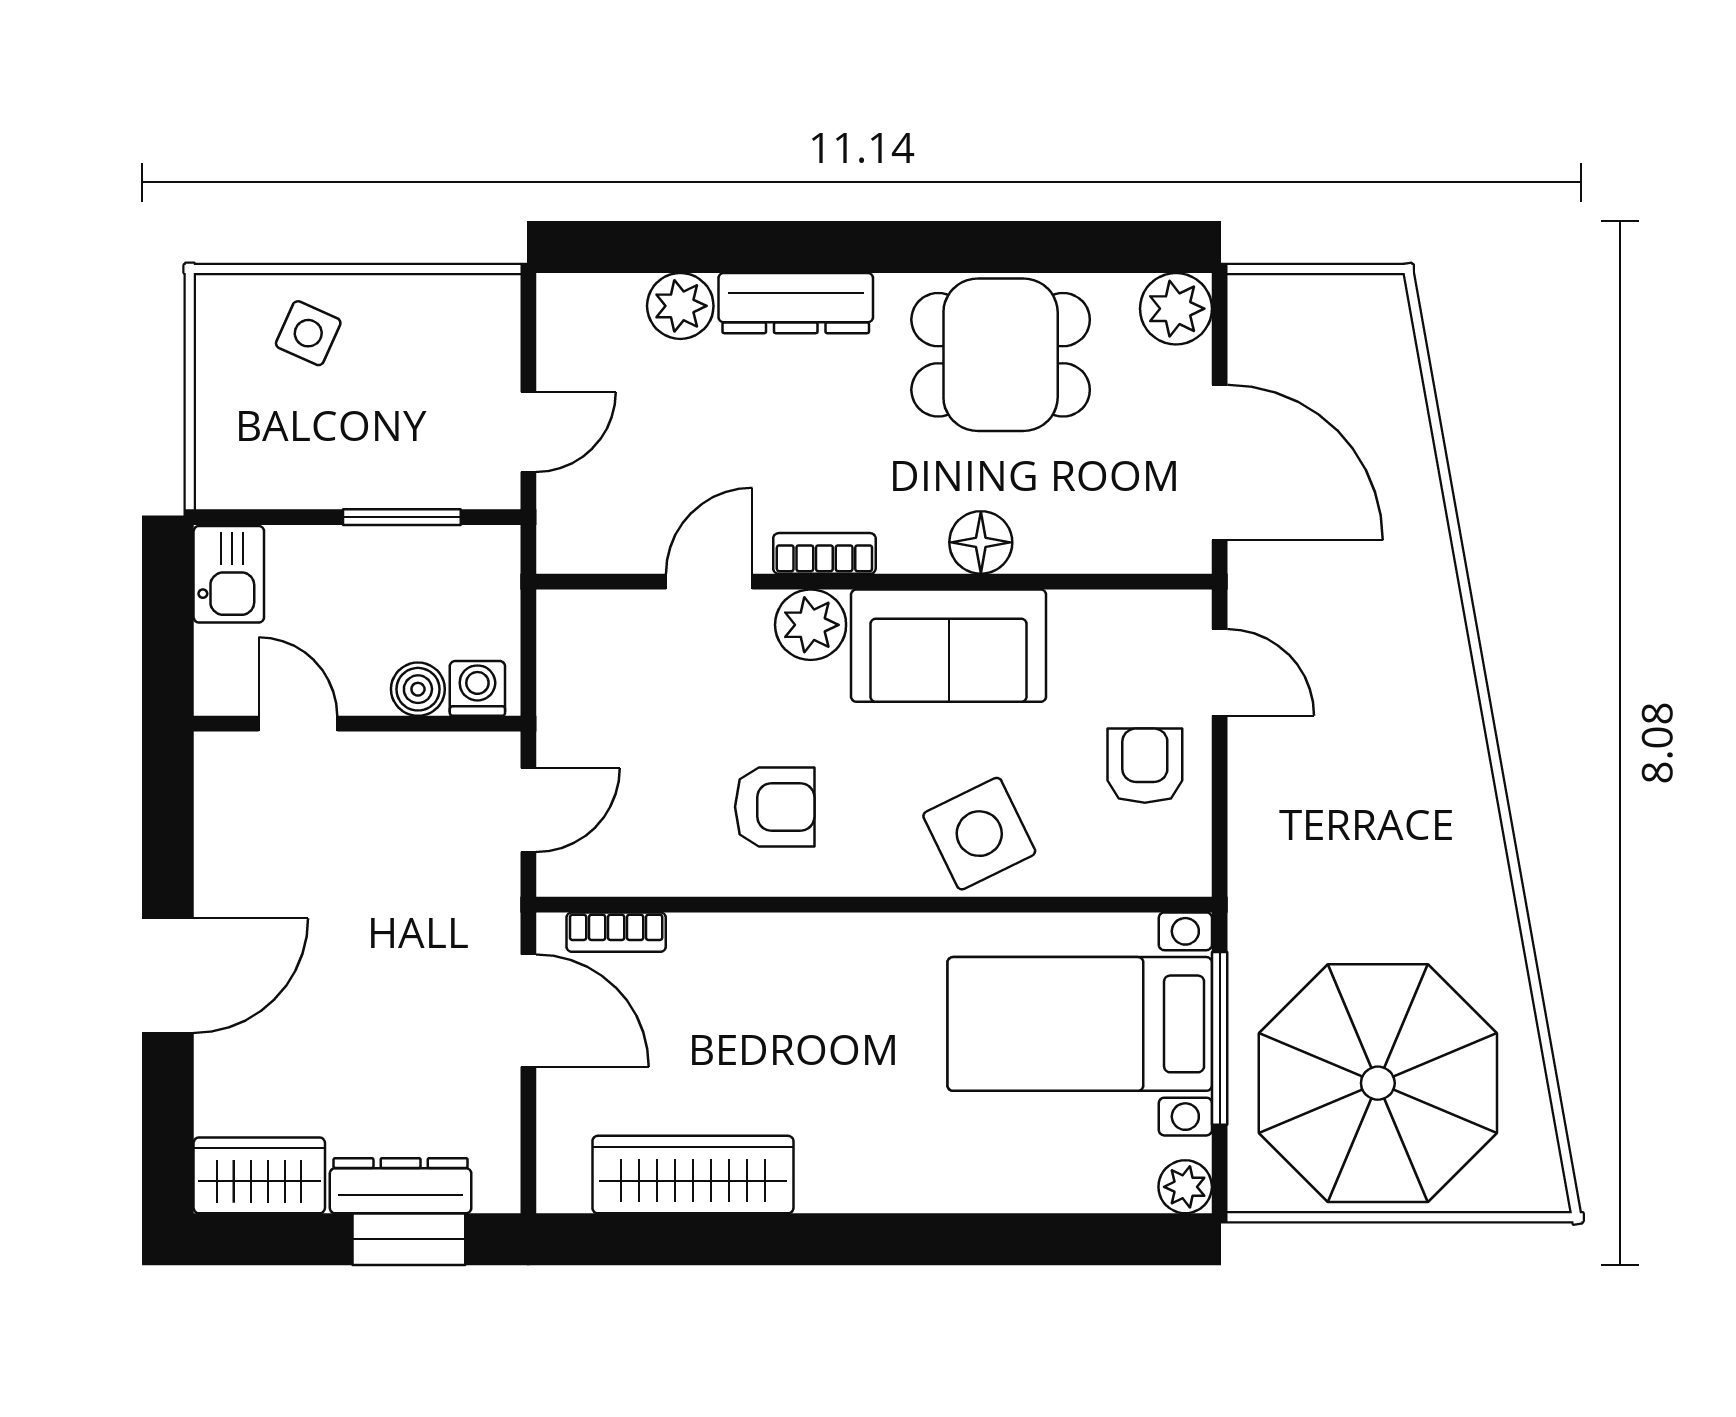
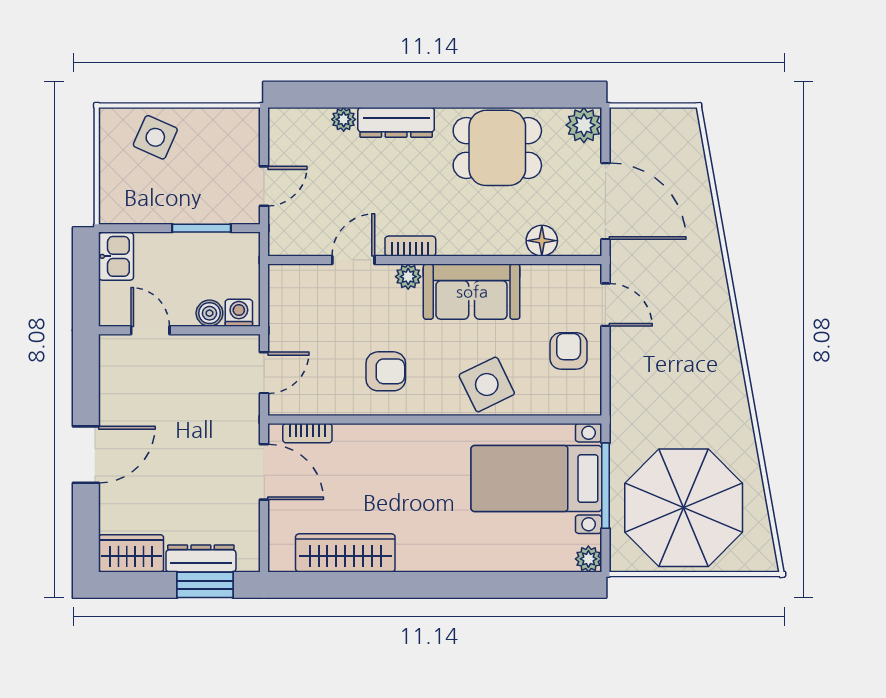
plant: (680, 306) -> (344, 119), width x0.73, depth x0.73
side table: (308, 333) -> (155, 137), width x1.37, depth x1.37
floor lamp: (981, 542) -> (542, 241), moved
plant: (811, 625) -> (408, 277), width x0.73, depth x0.73

